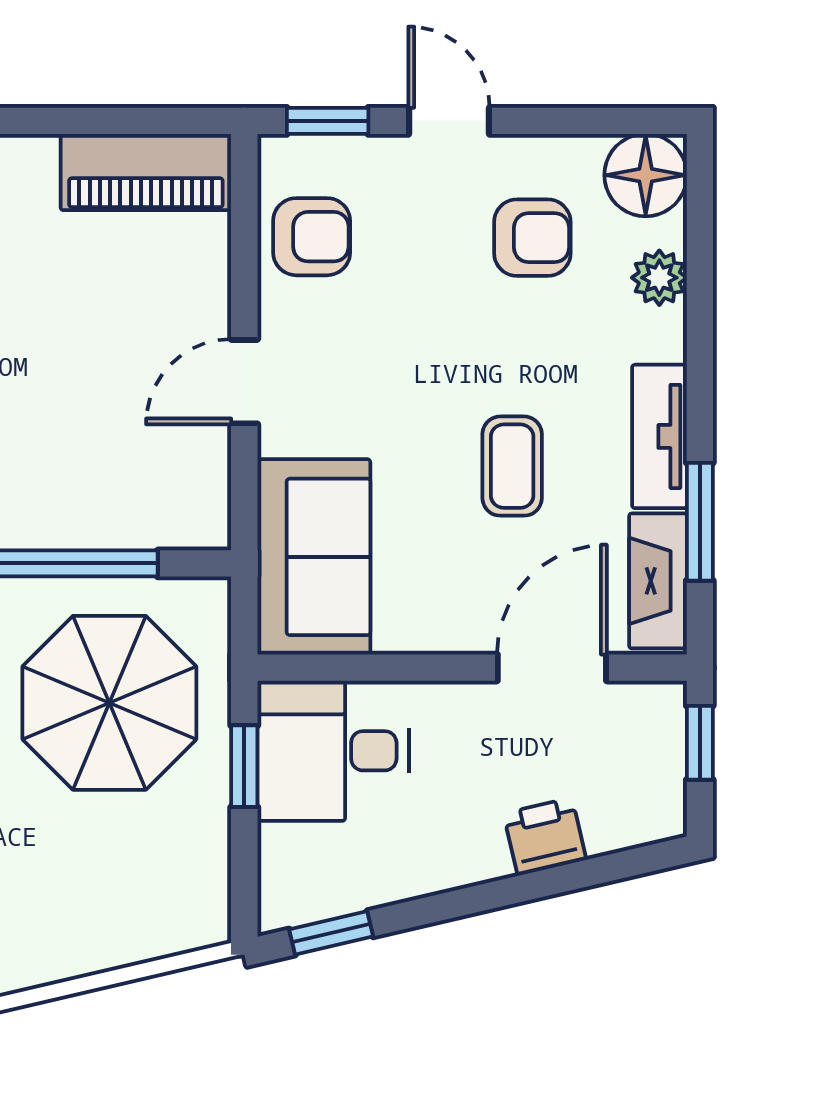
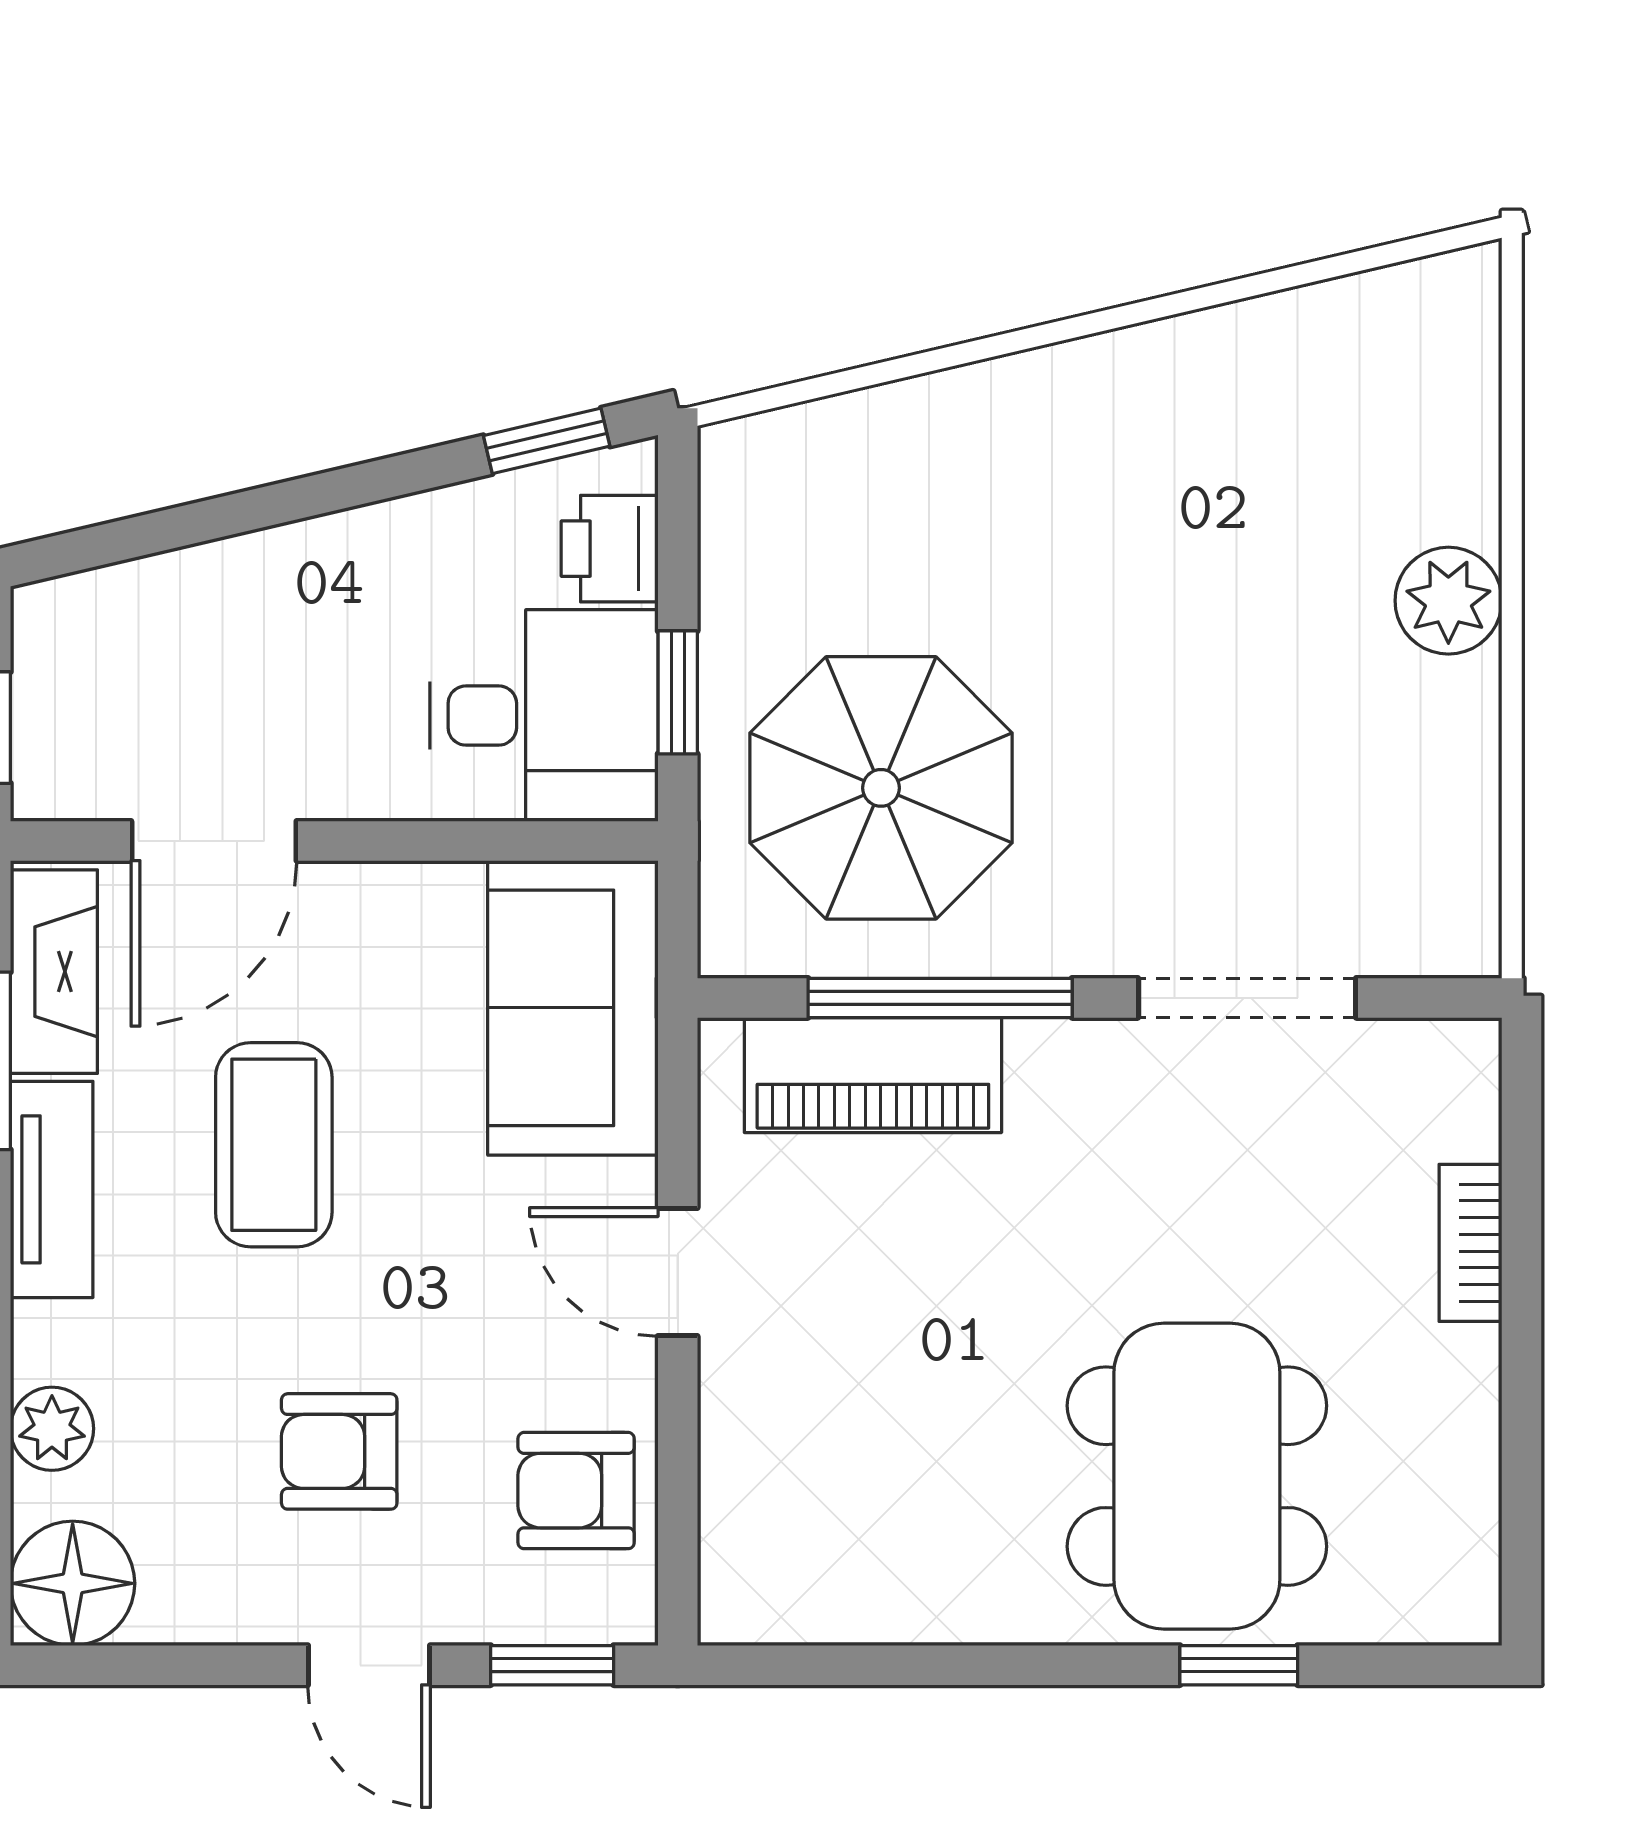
piano: (146, 172) -> (873, 1075), moved, turned 180
armchair: (532, 238) -> (339, 1451), moved
door: (244, 382) -> (678, 1272), swing flipped
coffee table: (512, 466) -> (274, 1145), width x1.36, depth x1.30
printer: (545, 837) -> (610, 549), moved, turned 103

